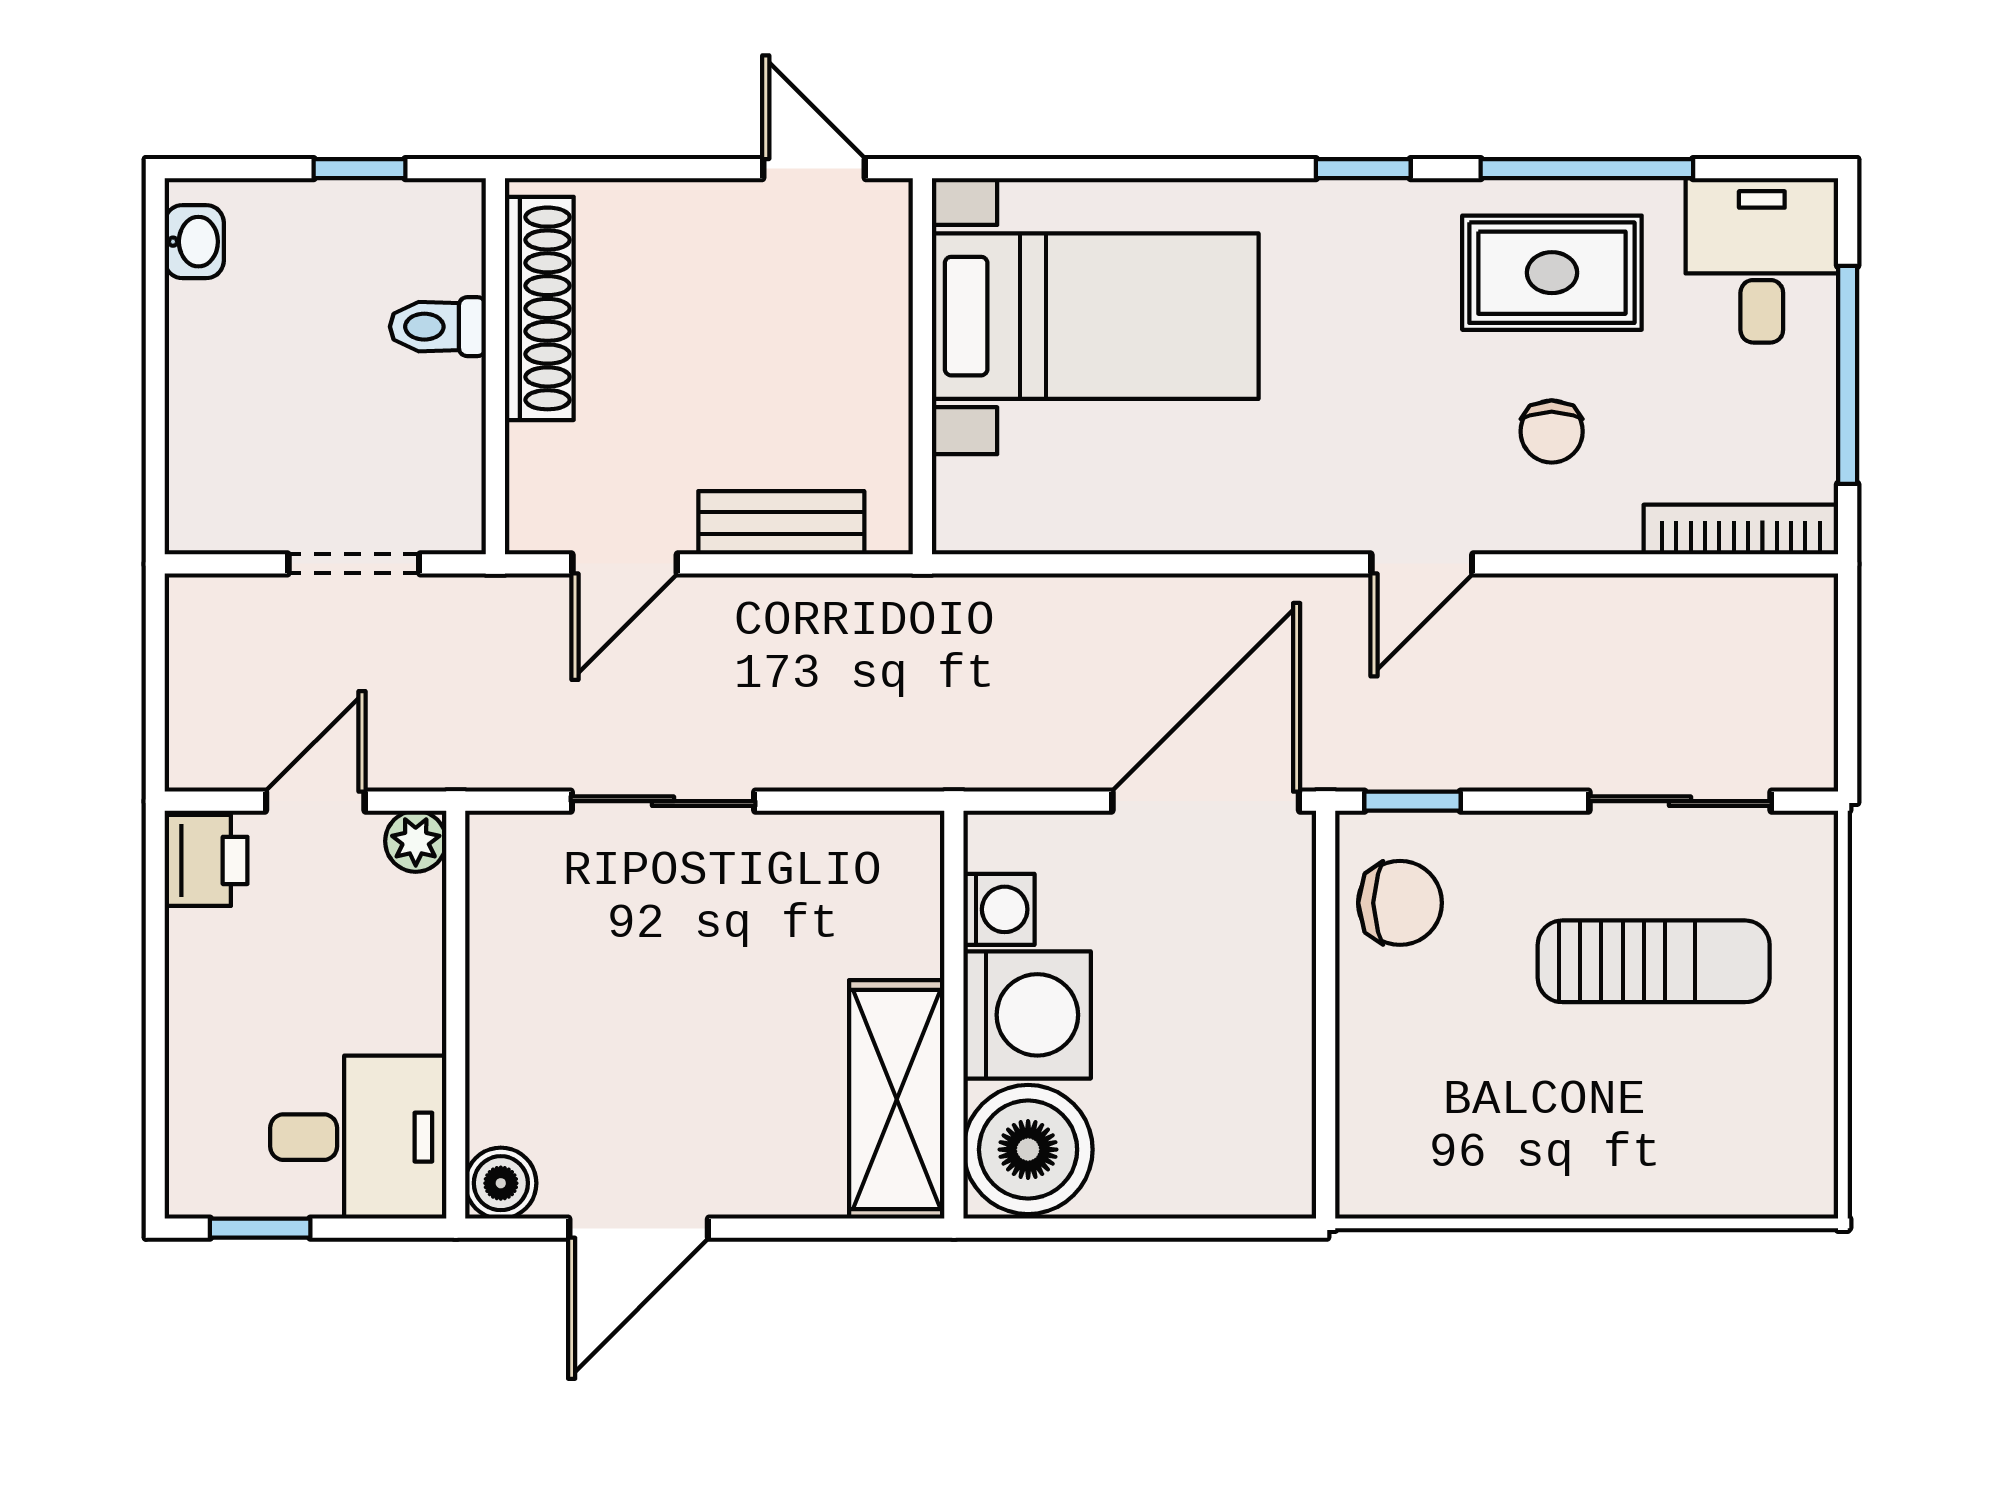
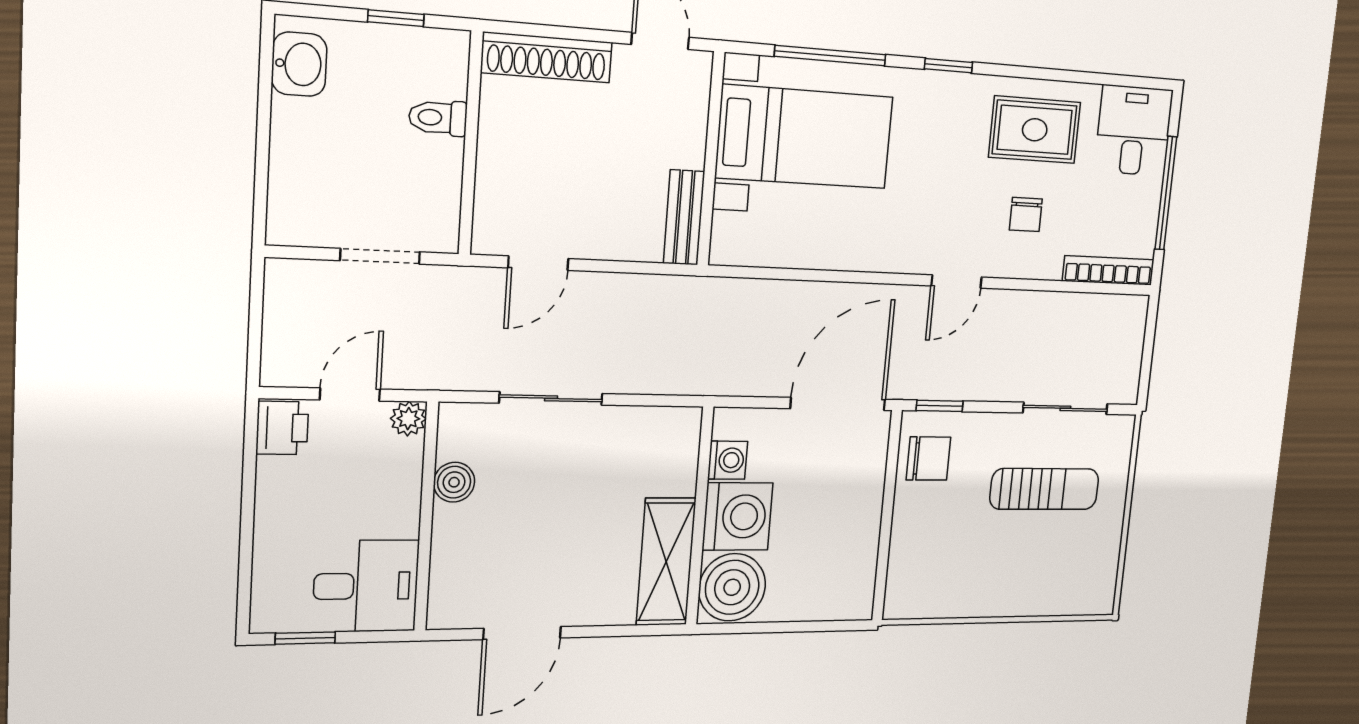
window: (1587, 169) -> (830, 56), moved
washbasin: (194, 242) -> (299, 64), width x1.38, depth x1.45
shoe rack: (539, 308) -> (547, 57), moved, turned 90
bench: (781, 523) -> (684, 217), moved, turned 90
boiler: (501, 1183) -> (454, 482), moved

